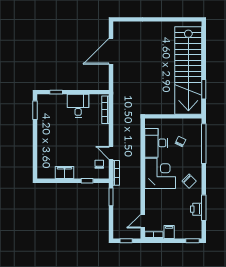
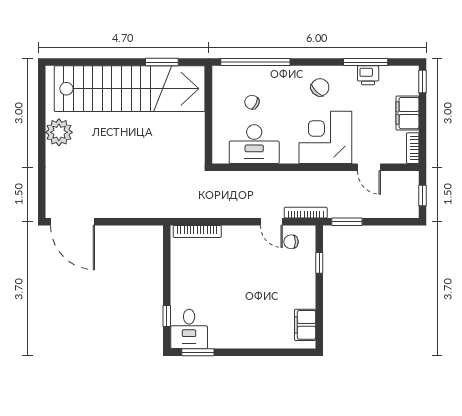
plant: (163, 29) -> (59, 132), added
door: (111, 51) -> (73, 222), moved
desk: (78, 106) -> (189, 329), moved, turned -90
door: (111, 153) -> (271, 222), hinge flipped
filing cabinet: (64, 172) -> (305, 325), moved
corner desk: (160, 173) -> (325, 137), moved
door: (143, 221) -> (369, 167), moved
filing cabinet: (169, 232) -> (407, 113), width x2.00

